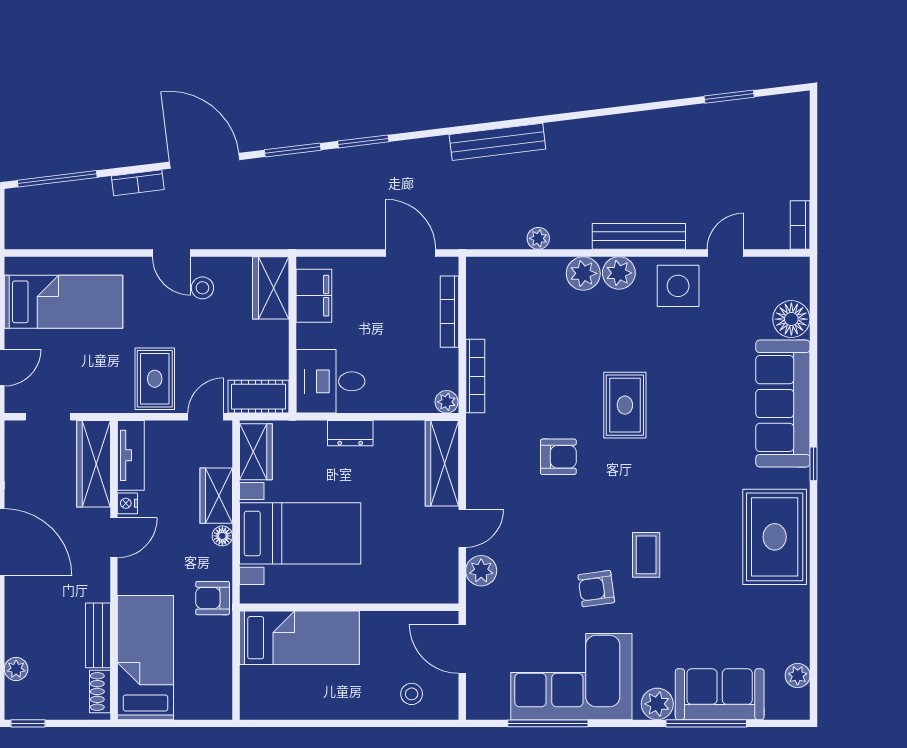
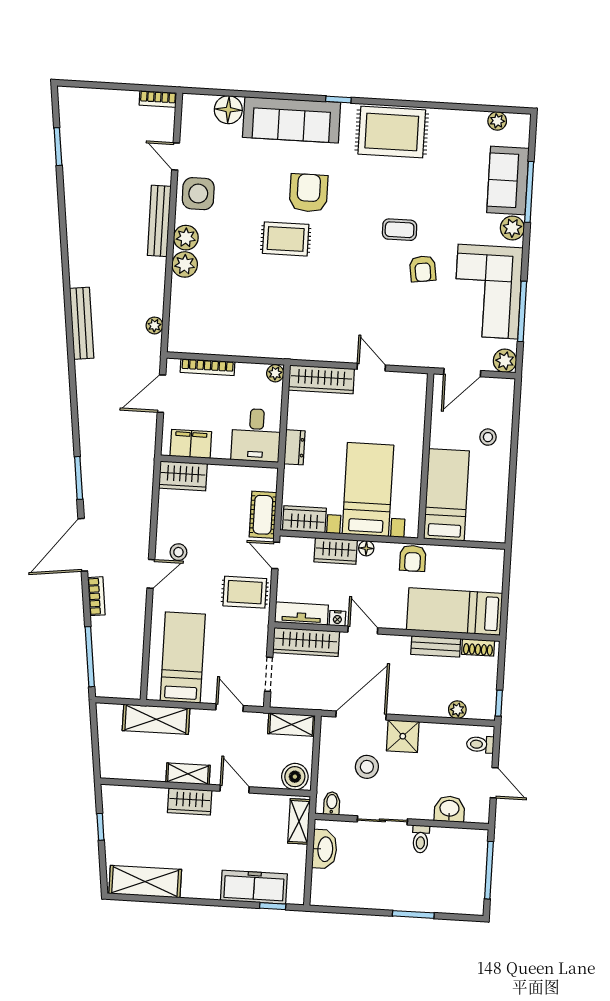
window: (363, 141) -> (75, 424), removed
plant: (538, 238) -> (154, 325), moved
wardrobe: (271, 288) -> (183, 476), moved
filing cabinet: (314, 296) -> (191, 444), moved
wall: (293, 335) -> (219, 462), moved
bookcase: (475, 376) -> (257, 350), removed
desk: (330, 381) -> (256, 435), moved
armchair: (558, 457) -> (309, 193), moved, width x1.38, depth x1.38
plant: (481, 571) -> (505, 361), moved
stool: (412, 694) -> (488, 437), moved

